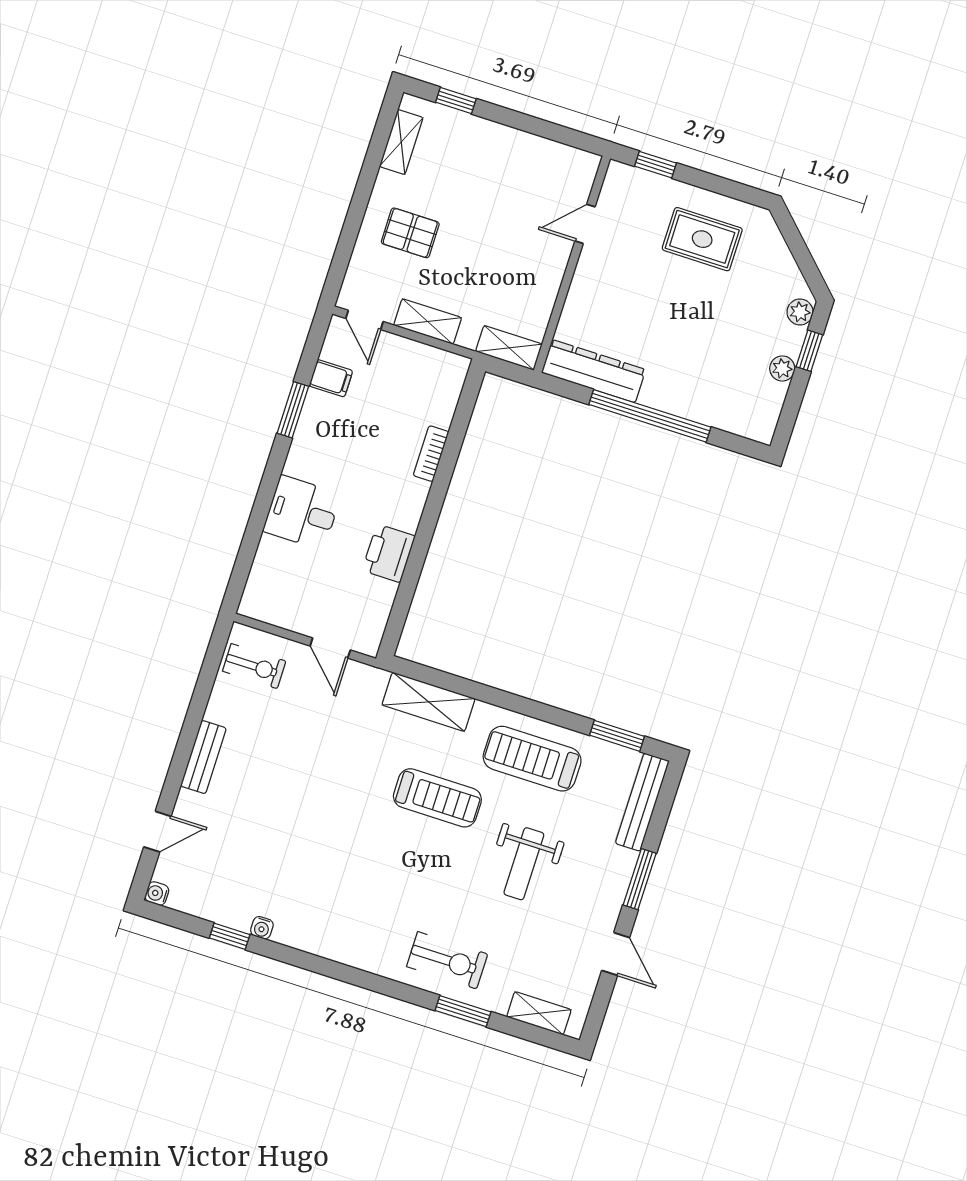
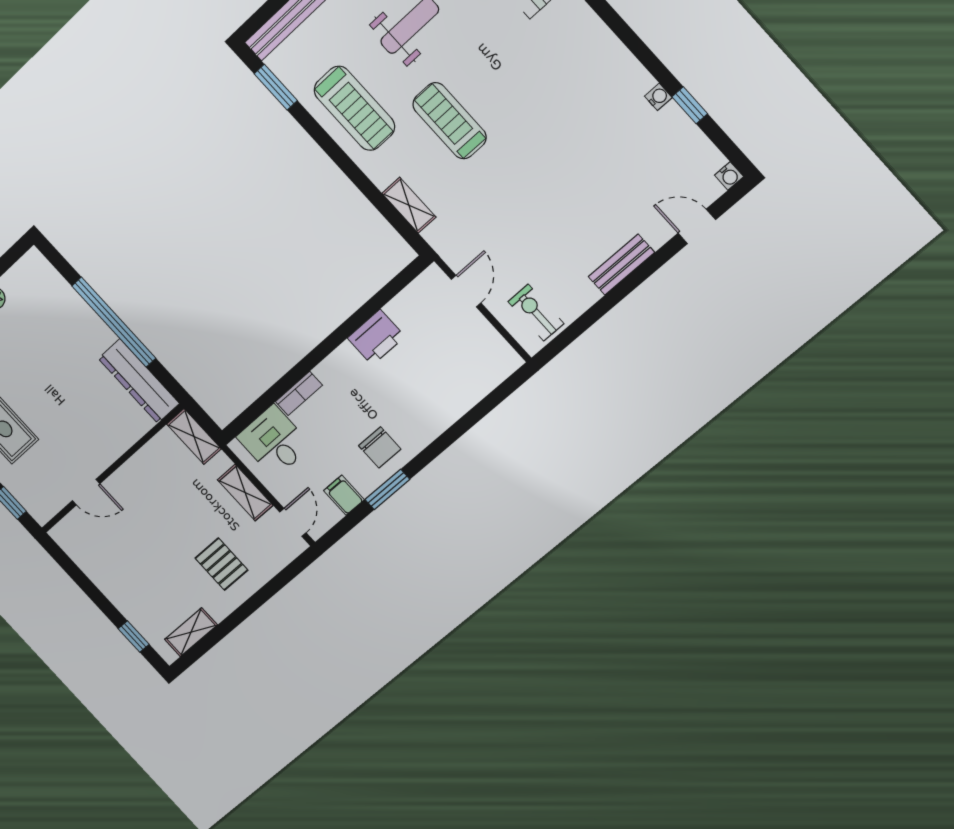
chair: (324, 447) -> (380, 447), added
desk: (302, 513) -> (274, 441), moved, turned 180
shelving: (429, 702) -> (409, 205), width x0.67, depth x0.75

